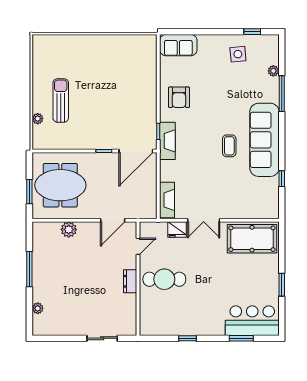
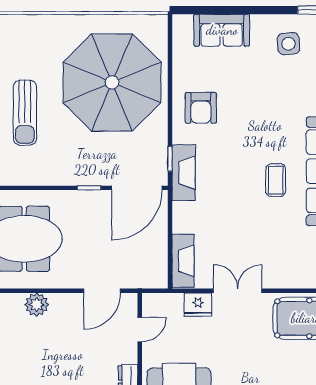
sofa: (178, 45) -> (222, 30), moved
parasol: (119, 80) -> (112, 82), added
sun lounger: (61, 100) -> (25, 113), turned 180
double door: (204, 220) -> (238, 291), swing flipped

